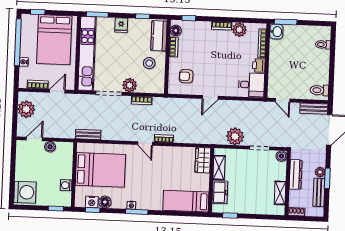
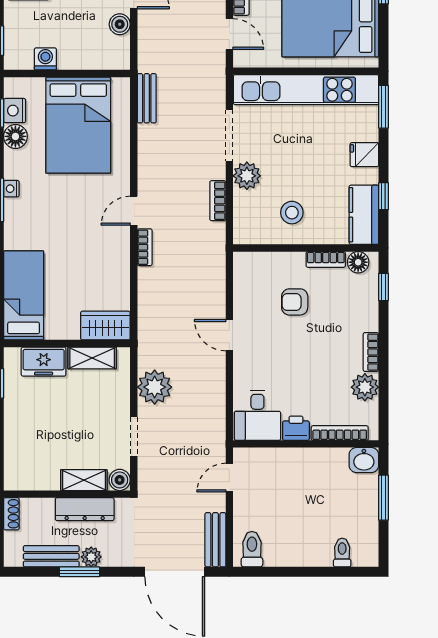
window: (286, 22) -> (384, 498), moved
kitchen counter: (159, 36) -> (364, 215), moved, turned -90
armchair: (186, 76) -> (295, 302), moved, turned -90
shelving: (280, 193) -> (84, 480), moved

